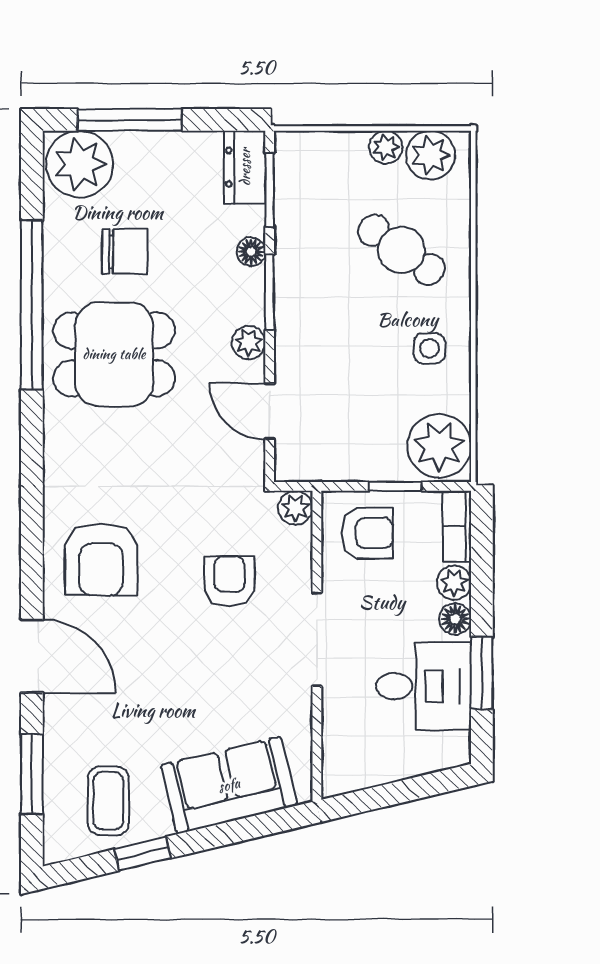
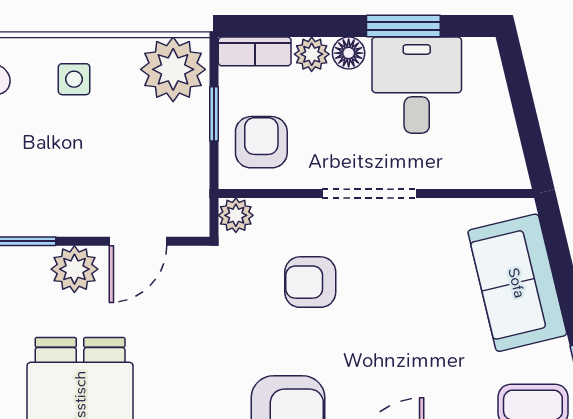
plant: (249, 343) -> (74, 269), width x1.38, depth x1.38

